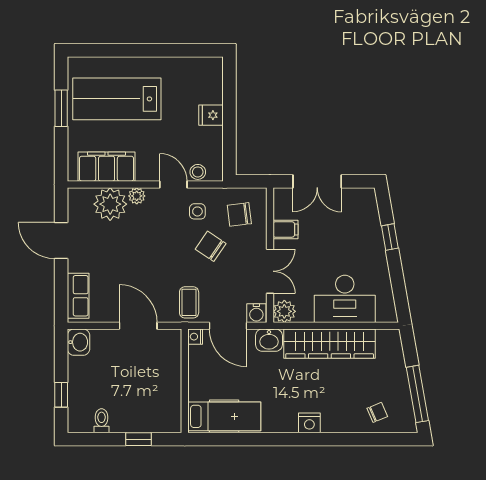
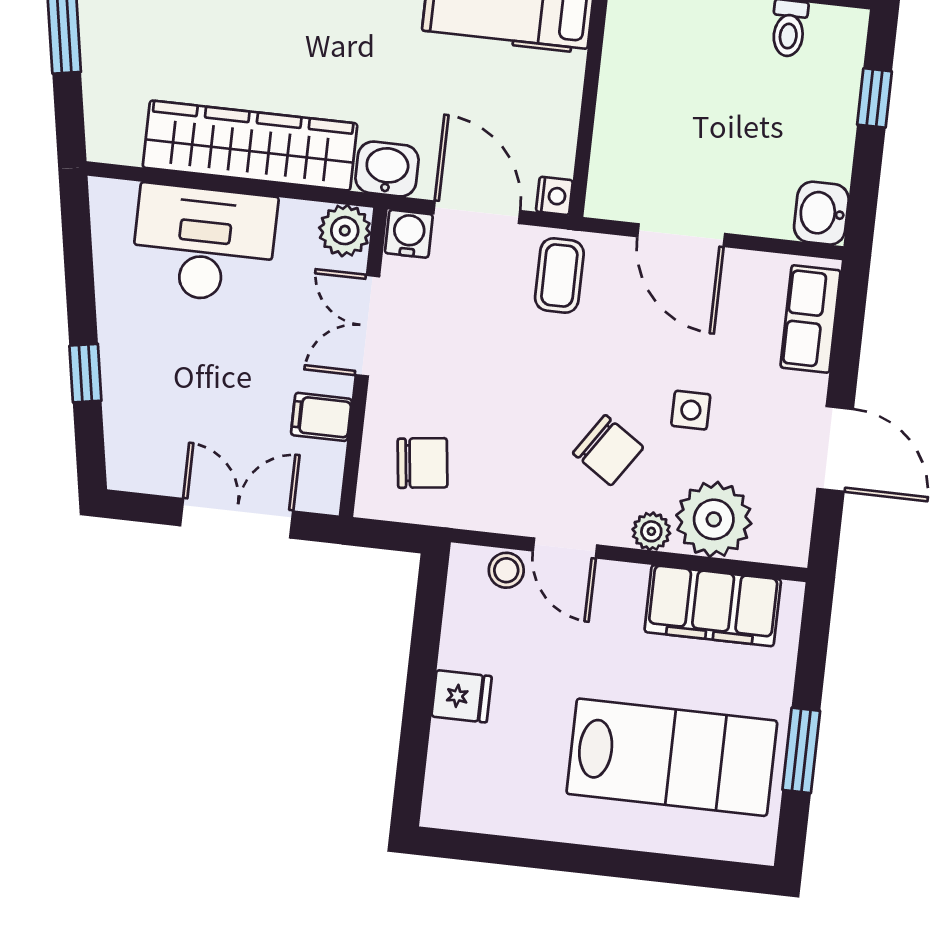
side table: (197, 211) -> (691, 410), moved
chair: (211, 246) -> (608, 450), moved

